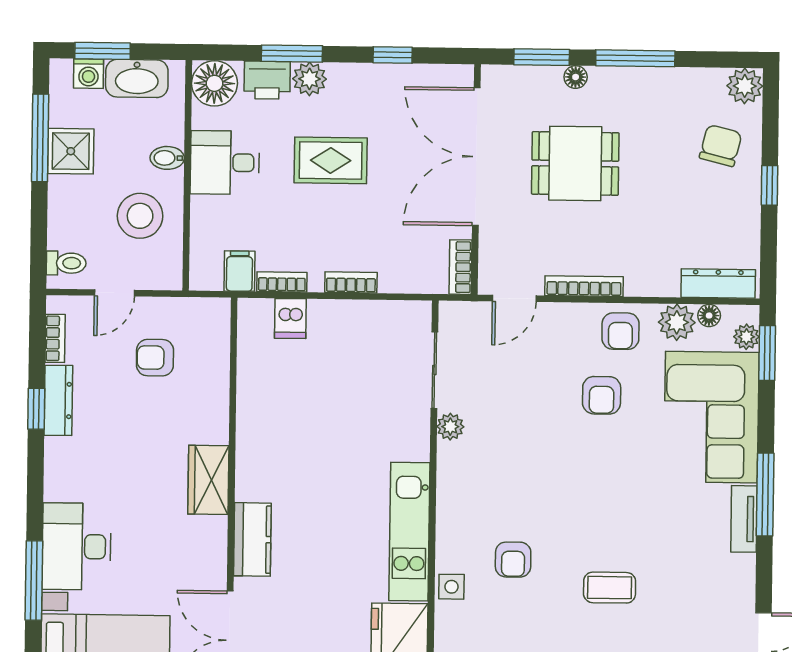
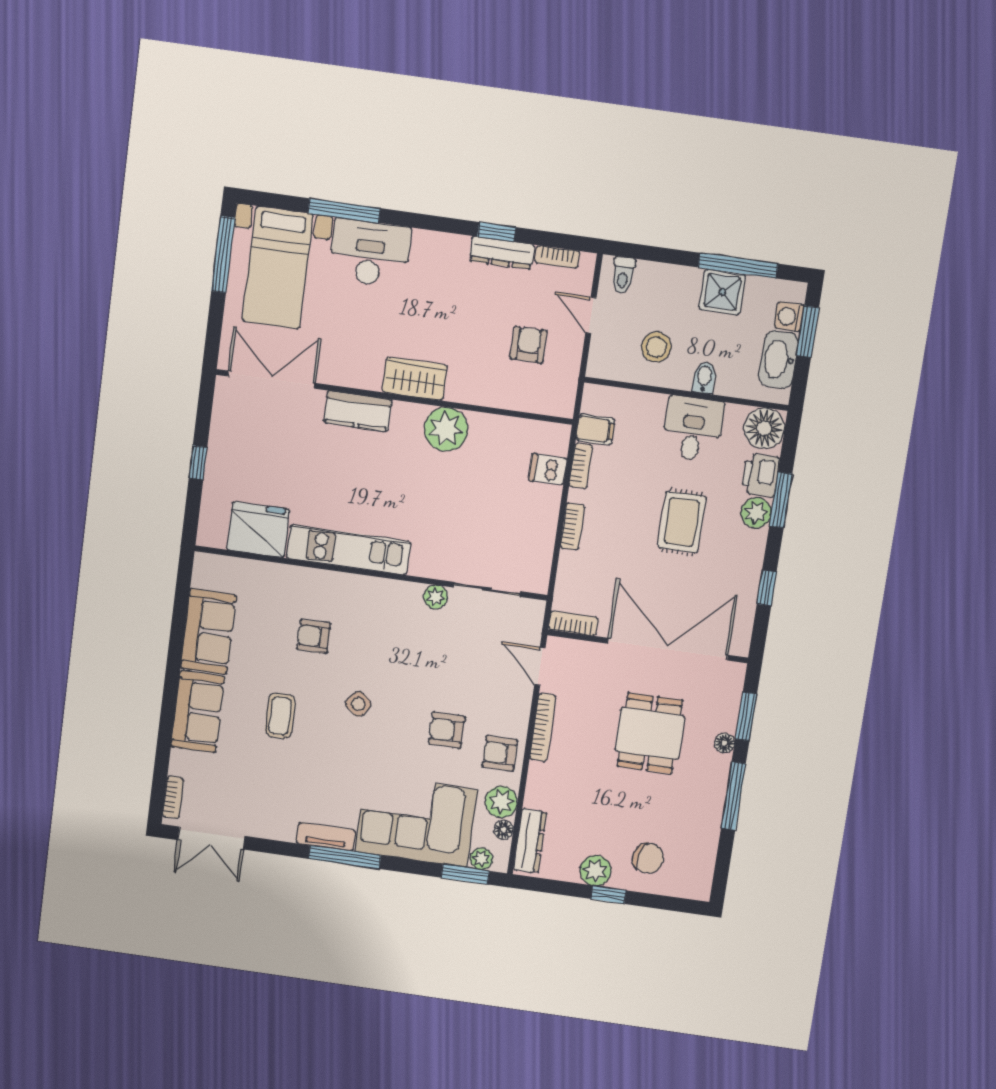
plant: (745, 86) -> (596, 871), moved
stool: (140, 216) -> (656, 347), width x0.73, depth x0.73
plant: (260, 438) -> (446, 429), added
side table: (451, 587) -> (358, 704), moved, turned 38

